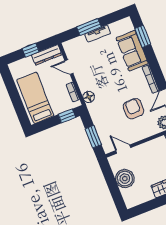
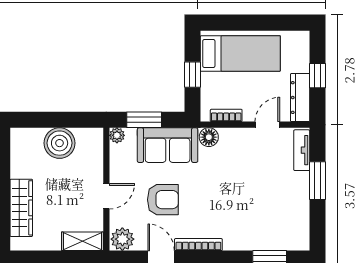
tv unit: (98, 34) -> (302, 150), moved
sofa: (132, 51) -> (168, 145), moved, turned 180
window: (67, 116) -> (193, 75), moved
plant: (108, 148) -> (117, 135), added
door: (123, 149) -> (106, 196), moved

